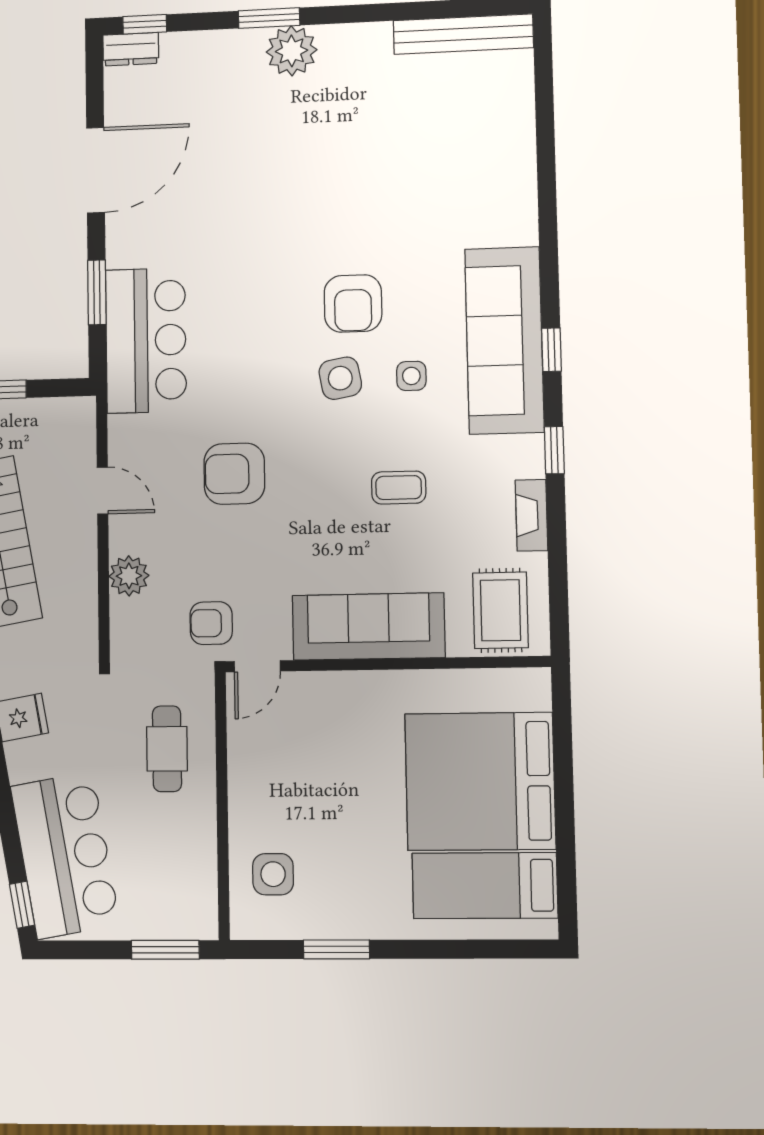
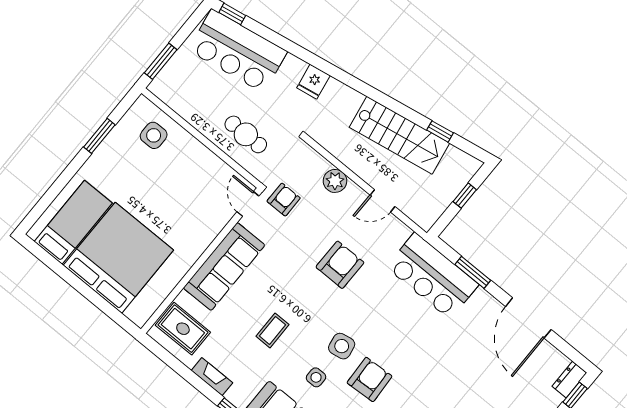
armchair: (353, 303) -> (370, 379), turned 87

